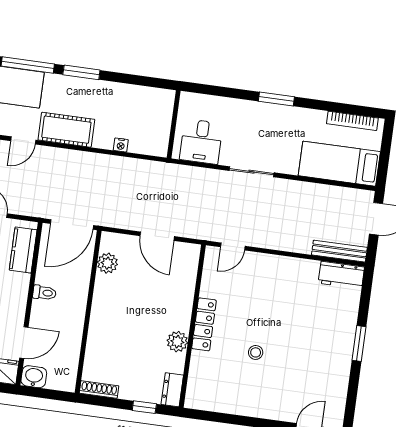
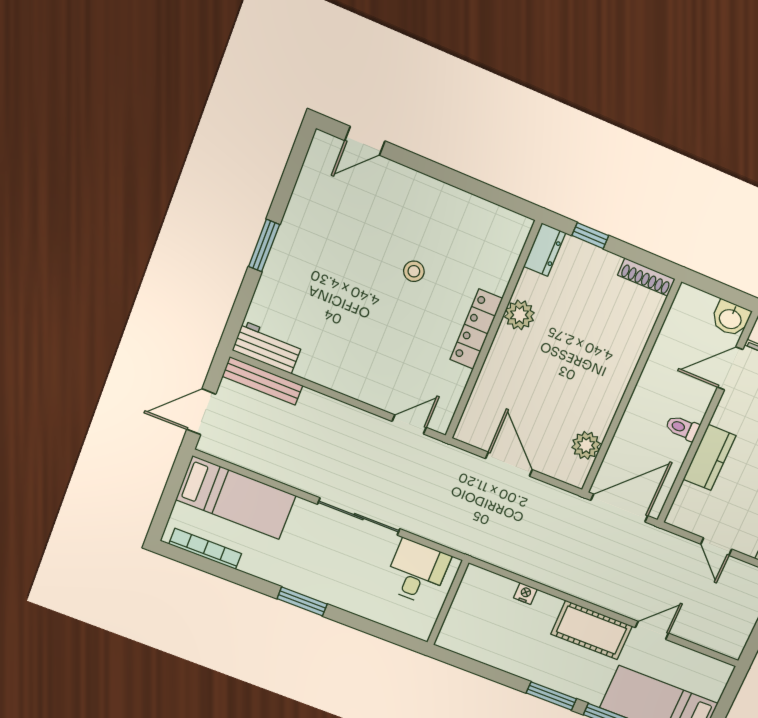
sliding door: (252, 172) -> (359, 517), width x1.37
kitchen counter: (23, 250) -> (710, 457), moved

